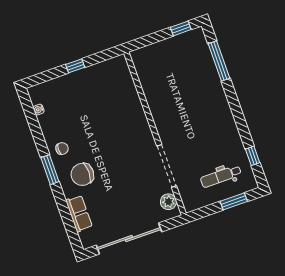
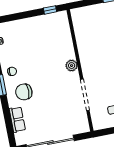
window: (75, 66) -> (50, 10), moved
plant: (168, 202) -> (72, 66), moved

